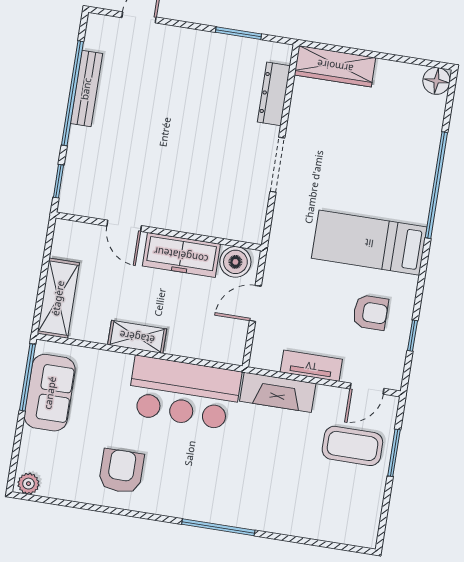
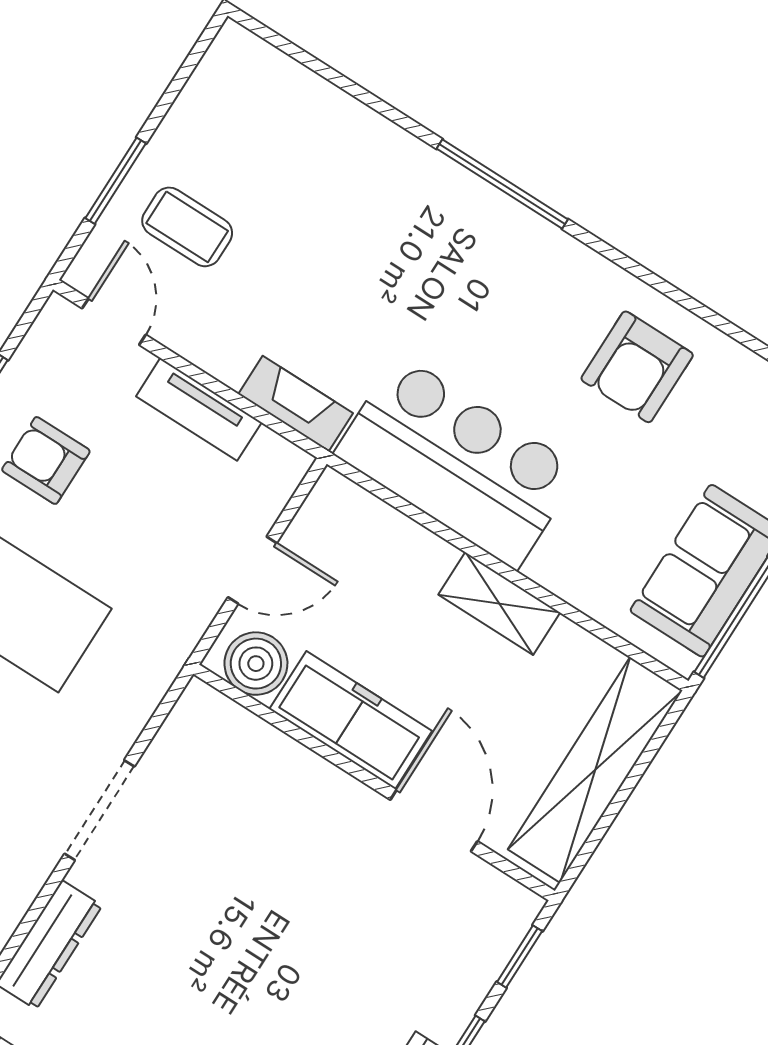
door: (124, 226) -> (434, 820), width x1.38
shelving: (58, 298) -> (595, 770), width x1.47
door: (367, 389) -> (114, 322), hinge flipped
fireplace: (278, 392) -> (296, 404), width x0.73, depth x0.76
coffee table: (352, 446) -> (187, 227), width x0.73, depth x0.77

